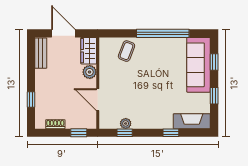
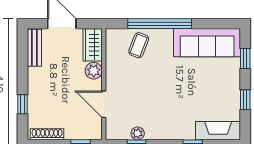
window: (163, 33) -> (160, 24), moved
sofa: (198, 65) -> (207, 43), moved, turned -90
shoe rack: (55, 124) -> (47, 134), width x1.43

